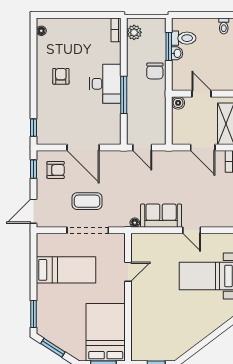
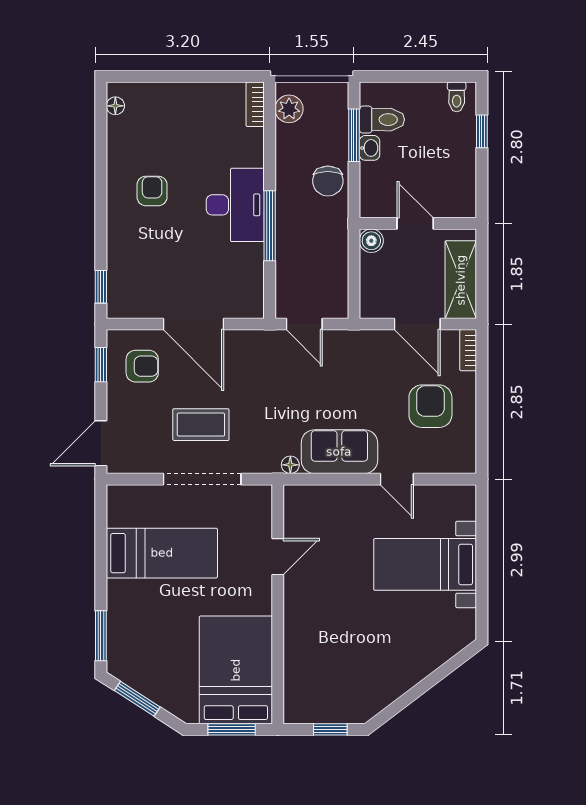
armchair: (210, 191) -> (430, 406), added

